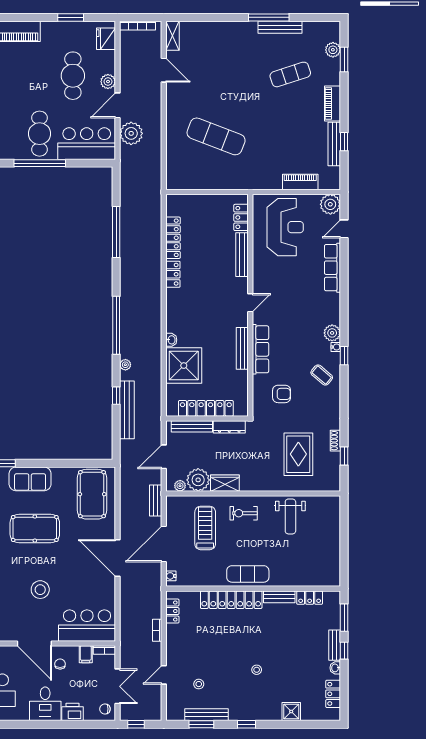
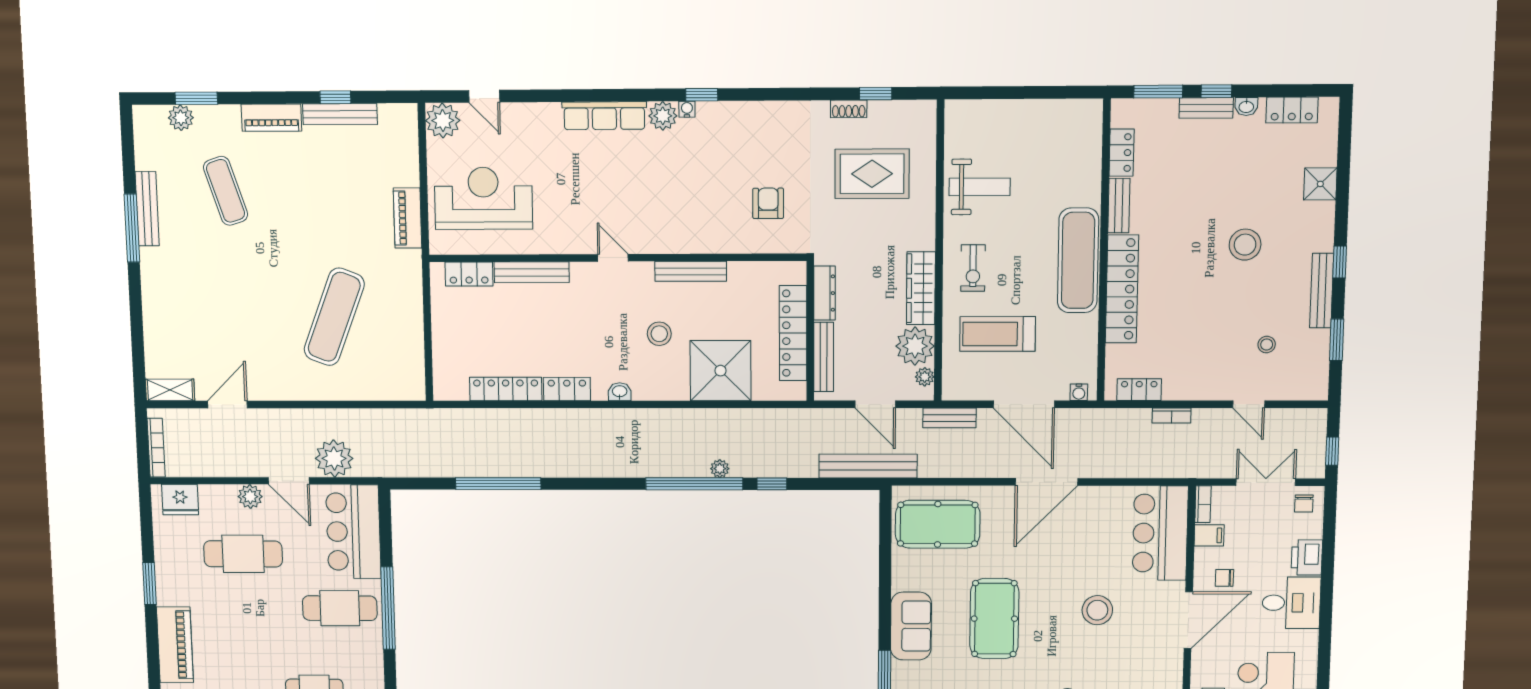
window: (71, 17) -> (149, 584), moved
piano: (300, 182) -> (408, 218), moved
row of seats: (332, 268) -> (604, 116), moved
window: (116, 325) -> (694, 484), moved
stool: (206, 330) -> (659, 334), added
washbasin: (171, 340) -> (620, 392), moved
row of seats: (260, 349) -> (692, 240), removed
coffee table: (322, 375) -> (735, 134), removed
bench: (127, 410) -> (868, 466), moved
wardrobe: (225, 483) -> (921, 288), width x1.50
exercise mat: (248, 574) -> (1078, 260), width x1.36, depth x1.45
stool: (257, 670) -> (1245, 245), width x1.89, depth x1.89
bench: (207, 715) -> (1322, 291), moved

